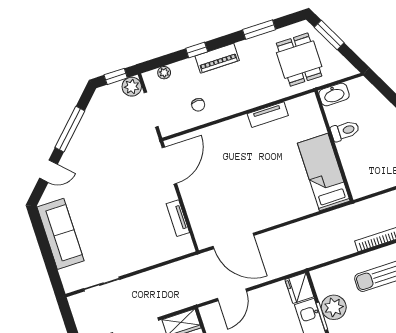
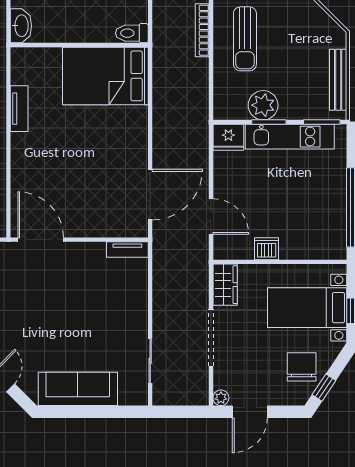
toilet: (345, 131) -> (132, 33), moved, turned -90
bed: (324, 172) -> (105, 76), width x1.50
tv unit: (178, 218) -> (127, 250), moved

